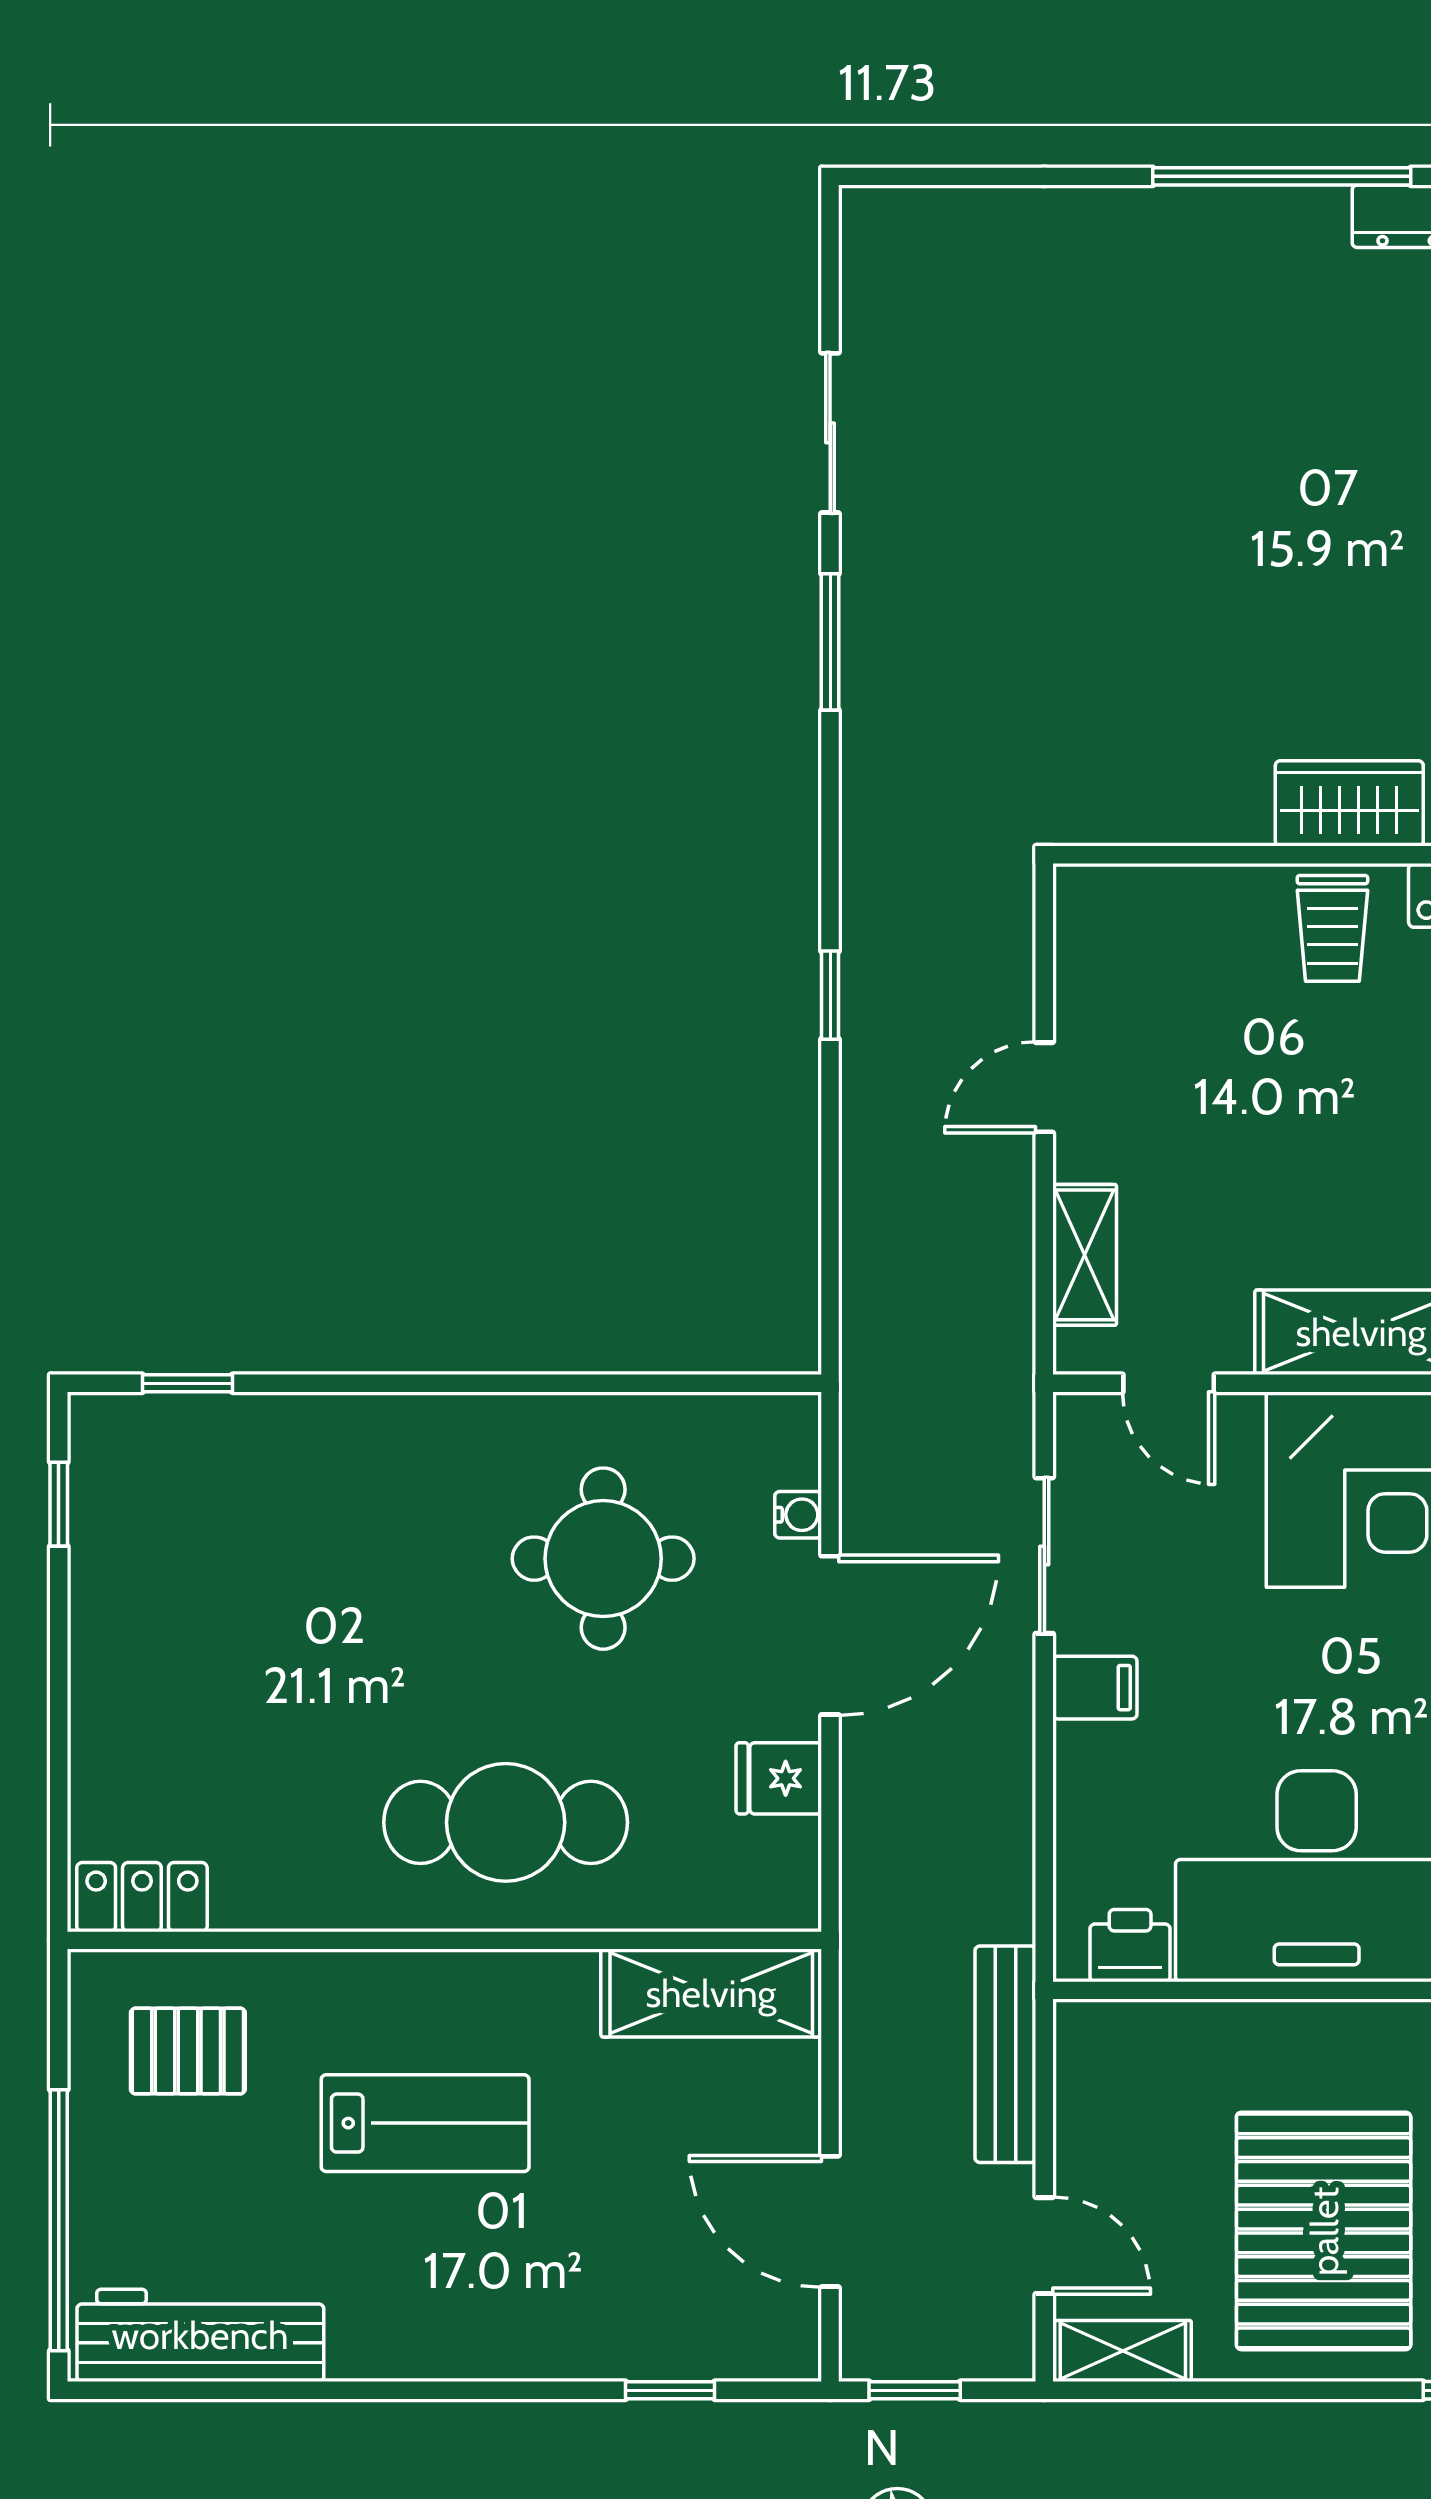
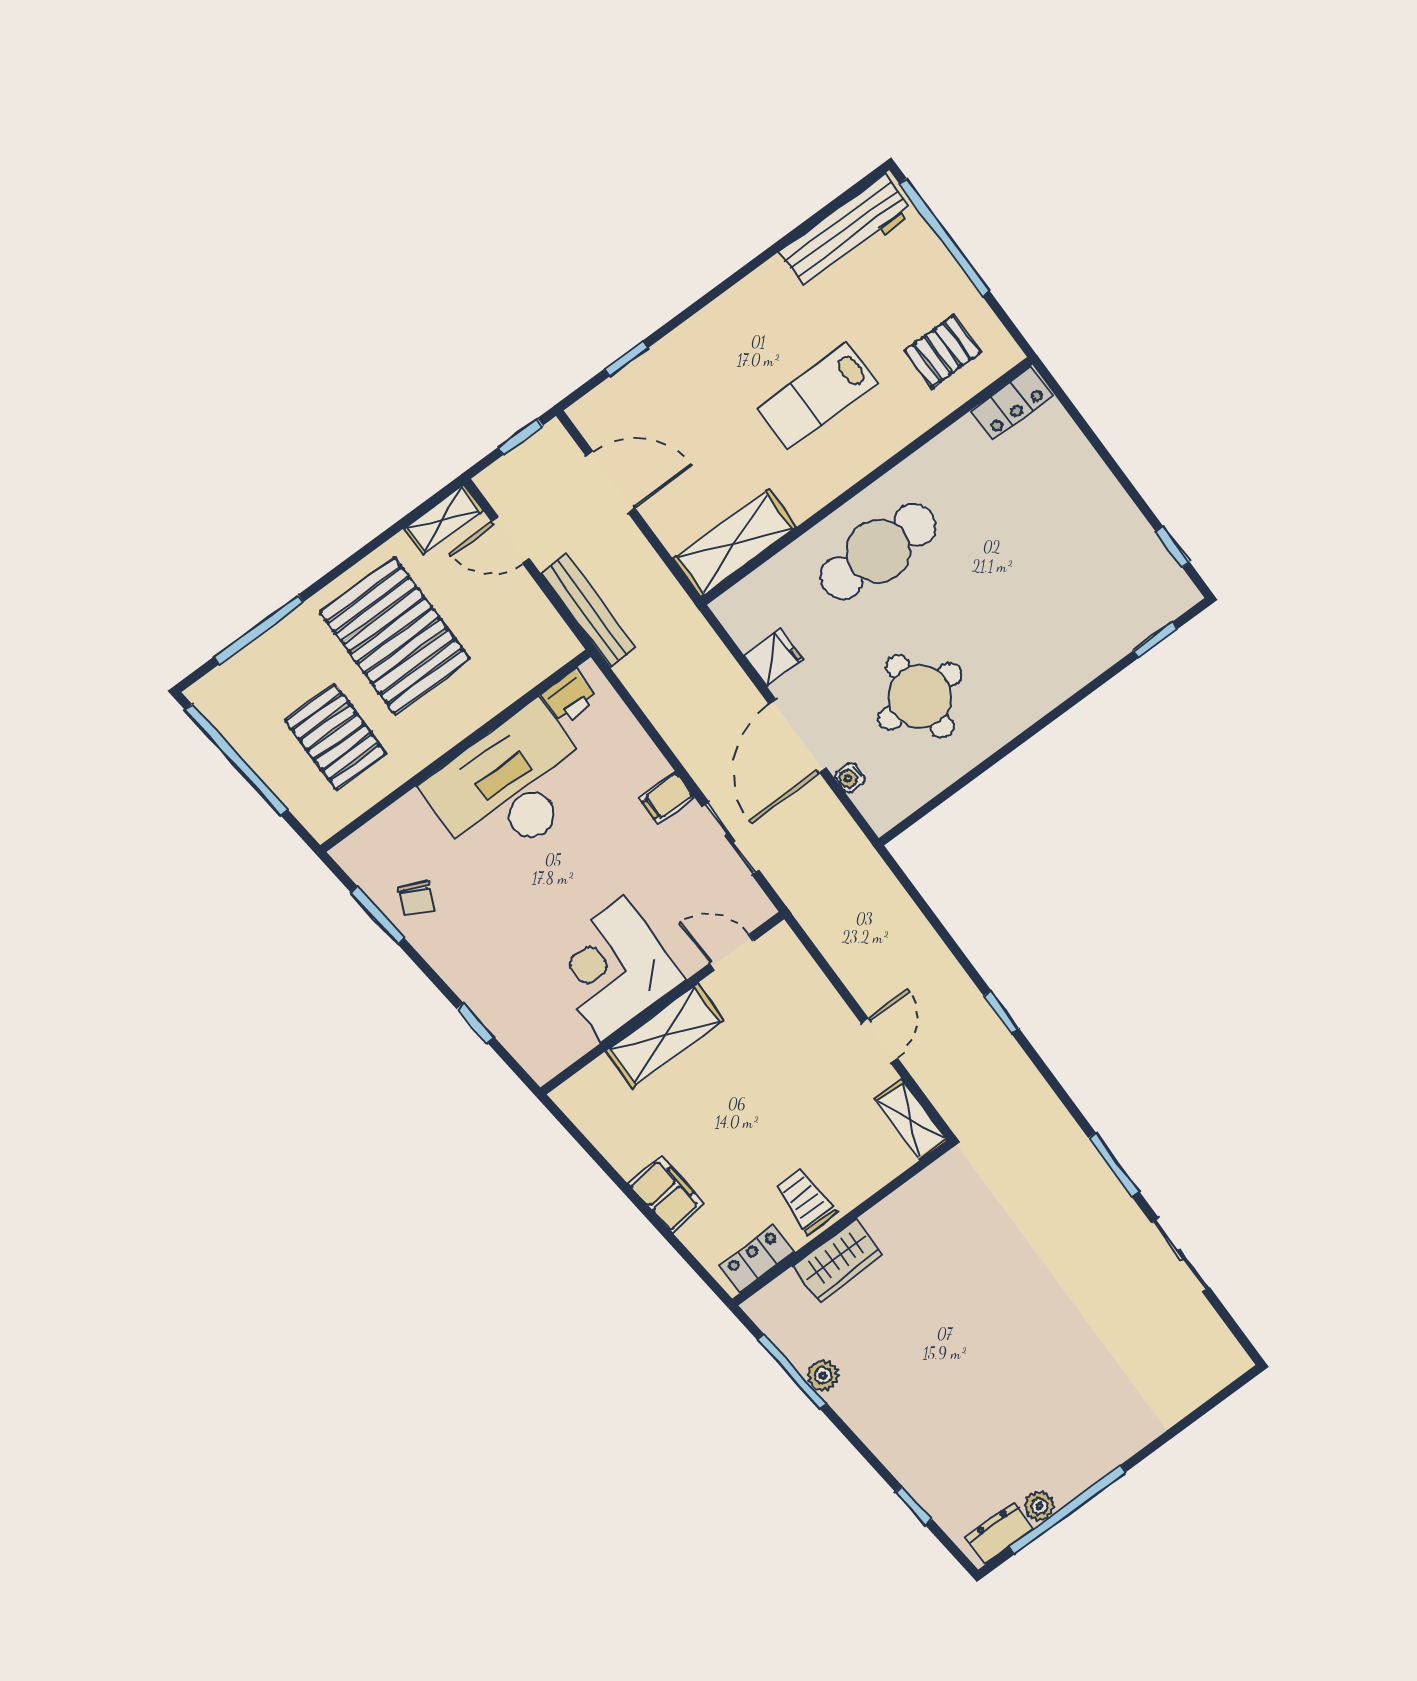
plant: (1319, 213) -> (1039, 1506), added
shelving: (1085, 1255) -> (911, 1120), moved

